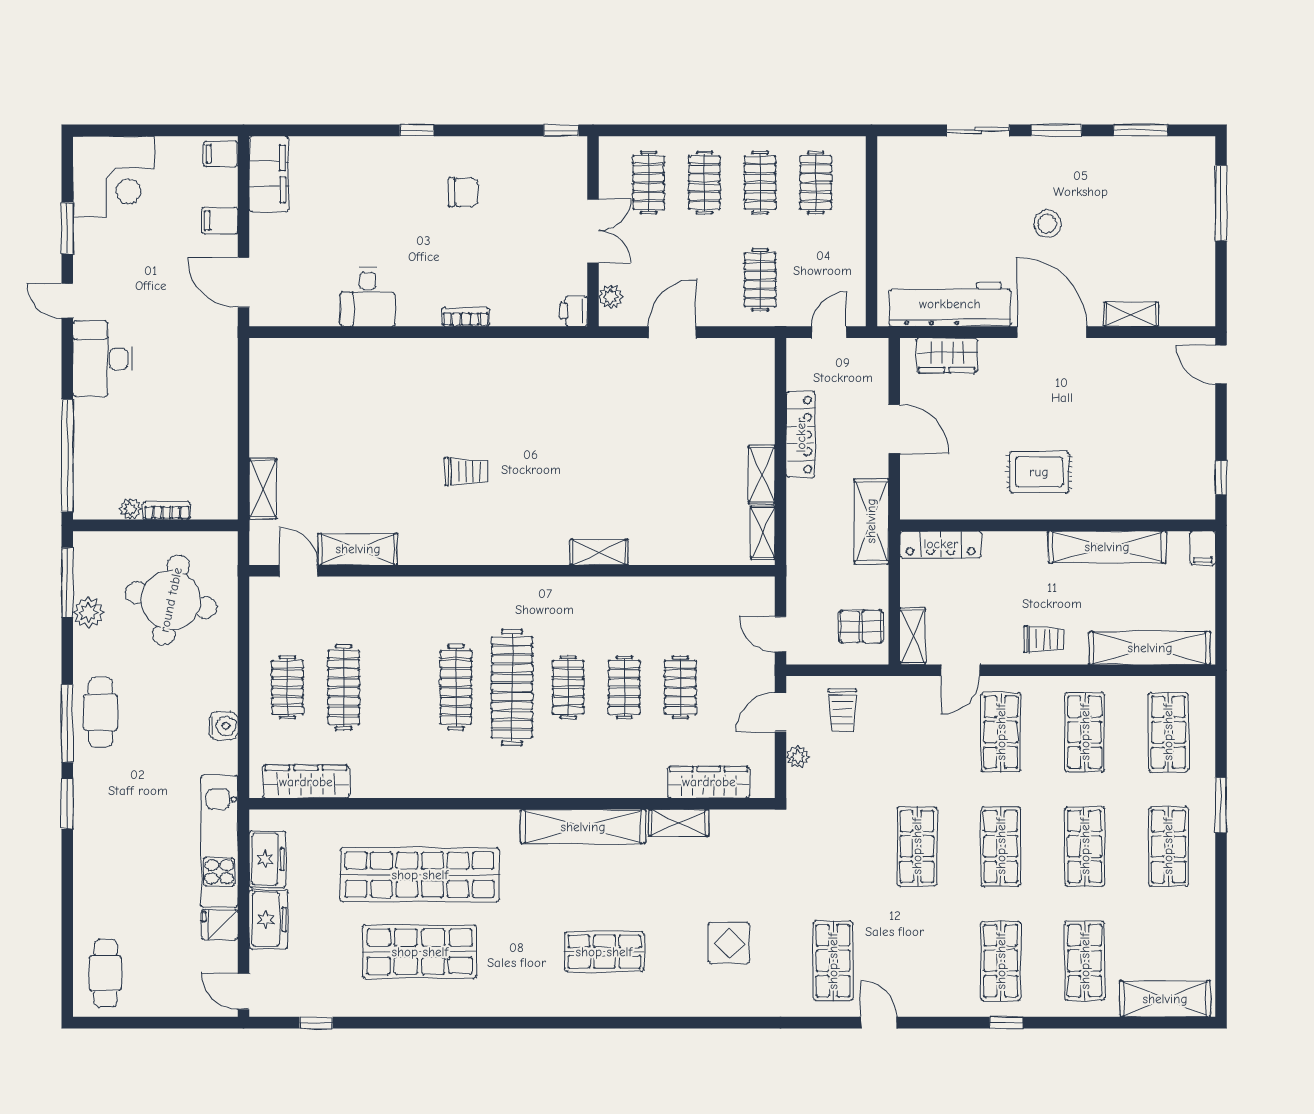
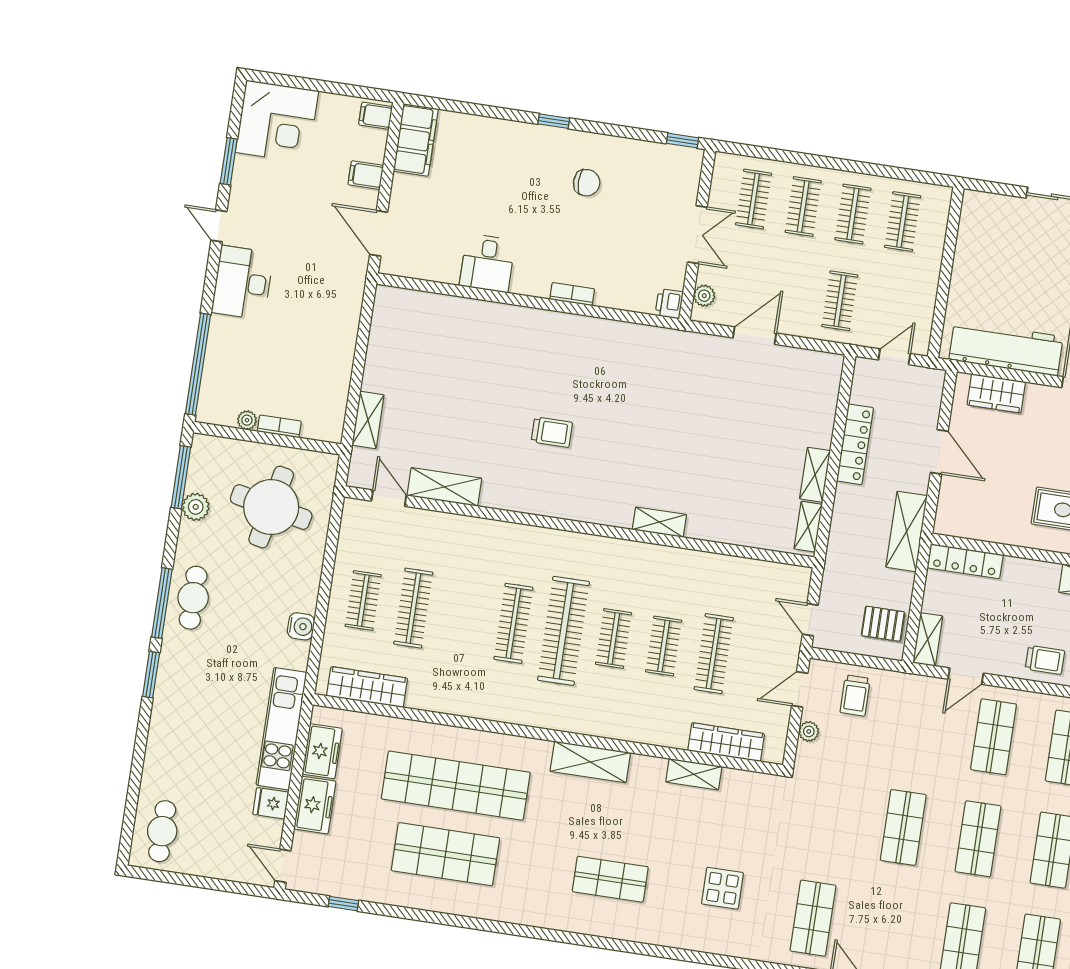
clothes rail: (680, 687) -> (714, 654), width x1.36
shelving: (583, 827) -> (590, 762), width x0.68

